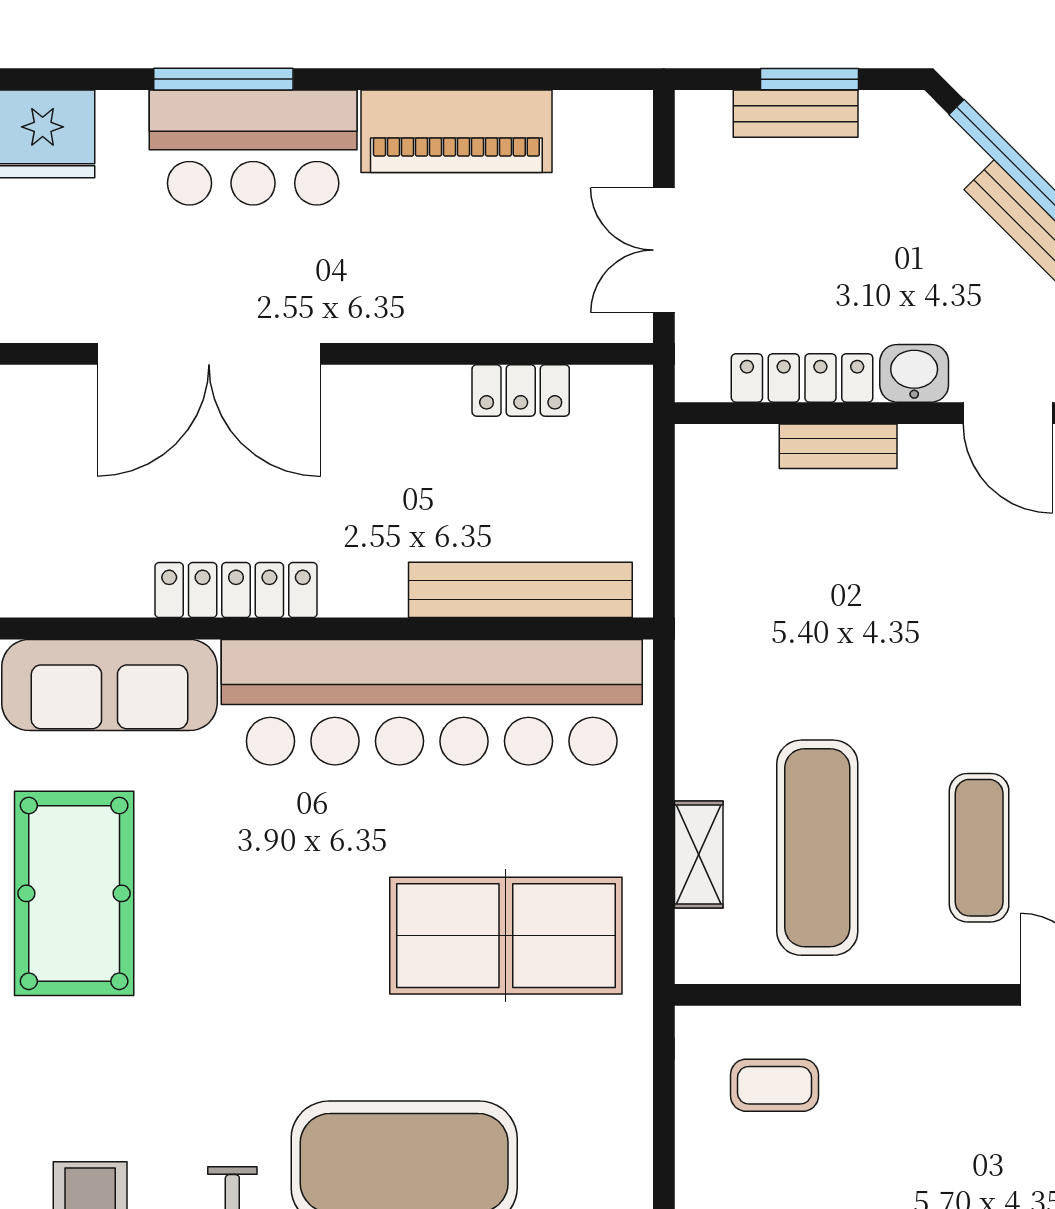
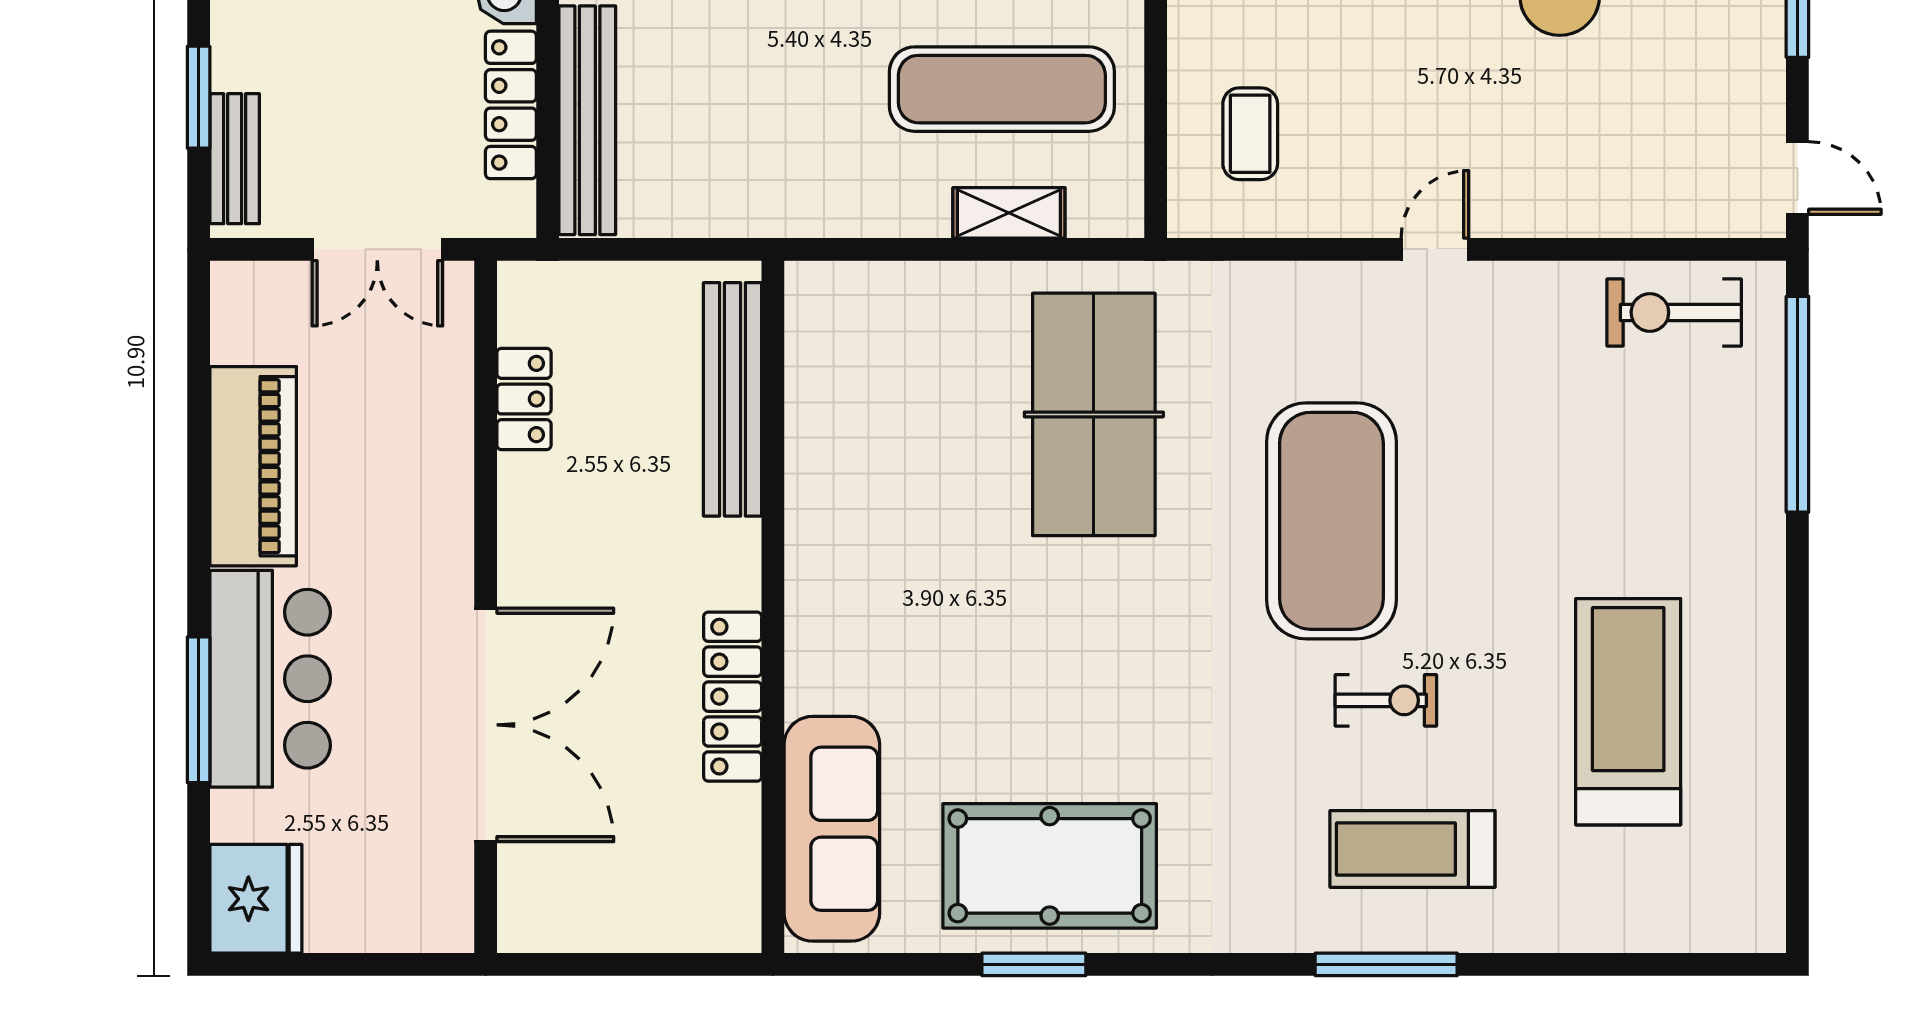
bench: (796, 114) -> (235, 159), moved
bench: (838, 446) -> (587, 120), width x1.86, depth x1.21
bar counter: (432, 702) -> (850, 492), removed

